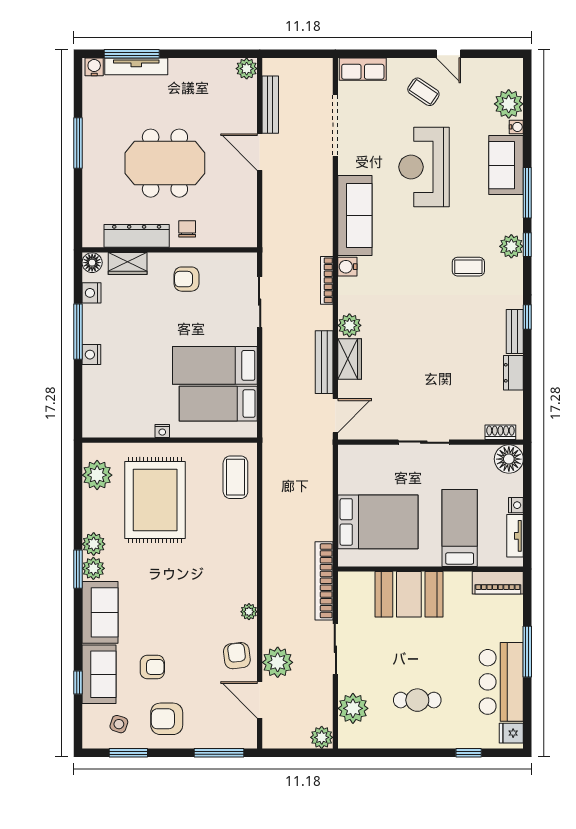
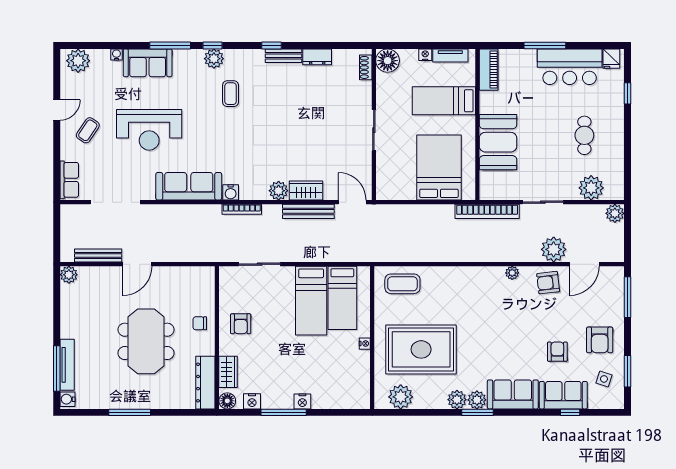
plant: (509, 104) -> (78, 61), moved
dresser: (137, 236) -> (205, 383), moved

